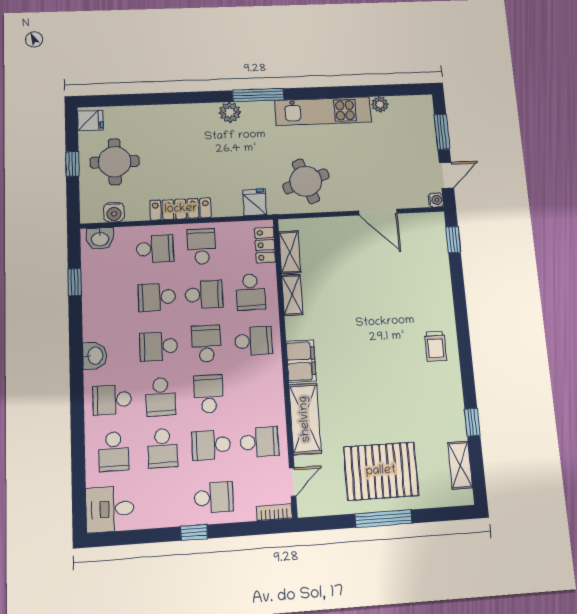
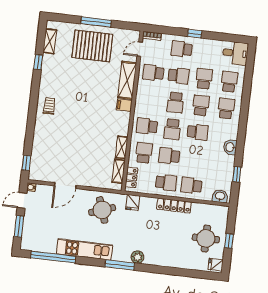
window: (374, 91) -> (53, 257), added
plant: (380, 104) -> (51, 248), removed
water cooler: (114, 212) -> (210, 210), removed
door: (378, 212) -> (65, 186), swing flipped
school desk: (202, 246) -> (166, 183), turned -90
school desk: (157, 297) -> (195, 159), removed
washbasin: (95, 356) -> (230, 147), moved
filing cabinet: (301, 361) -> (124, 105), width x0.50
school desk: (112, 400) -> (226, 108), turned -90

